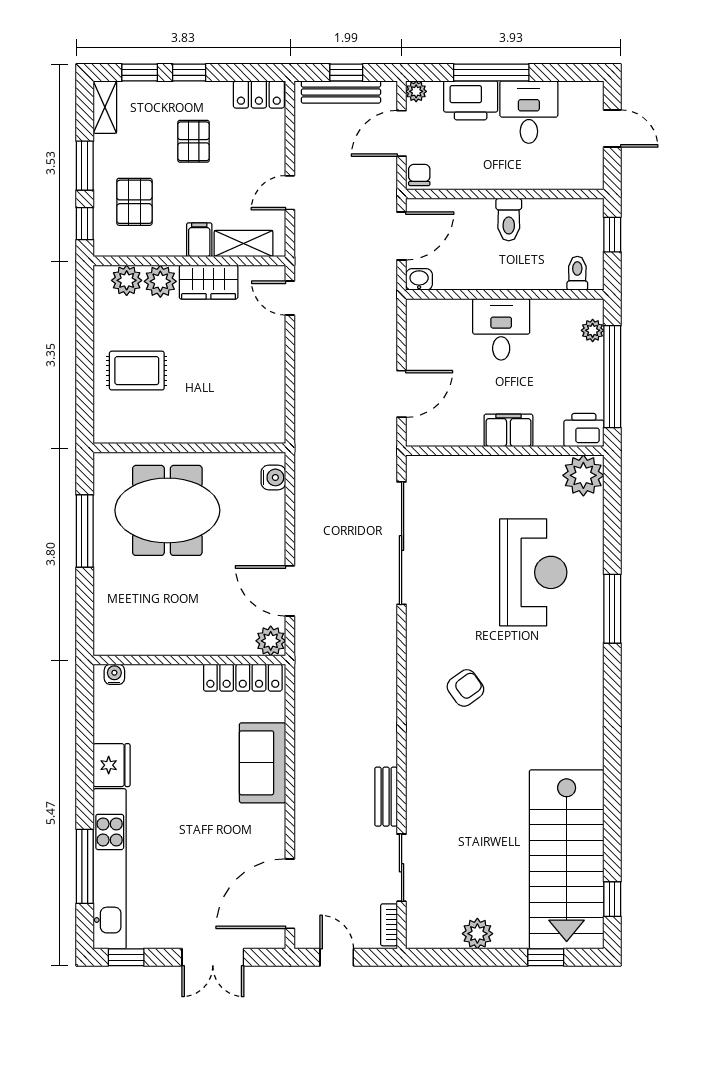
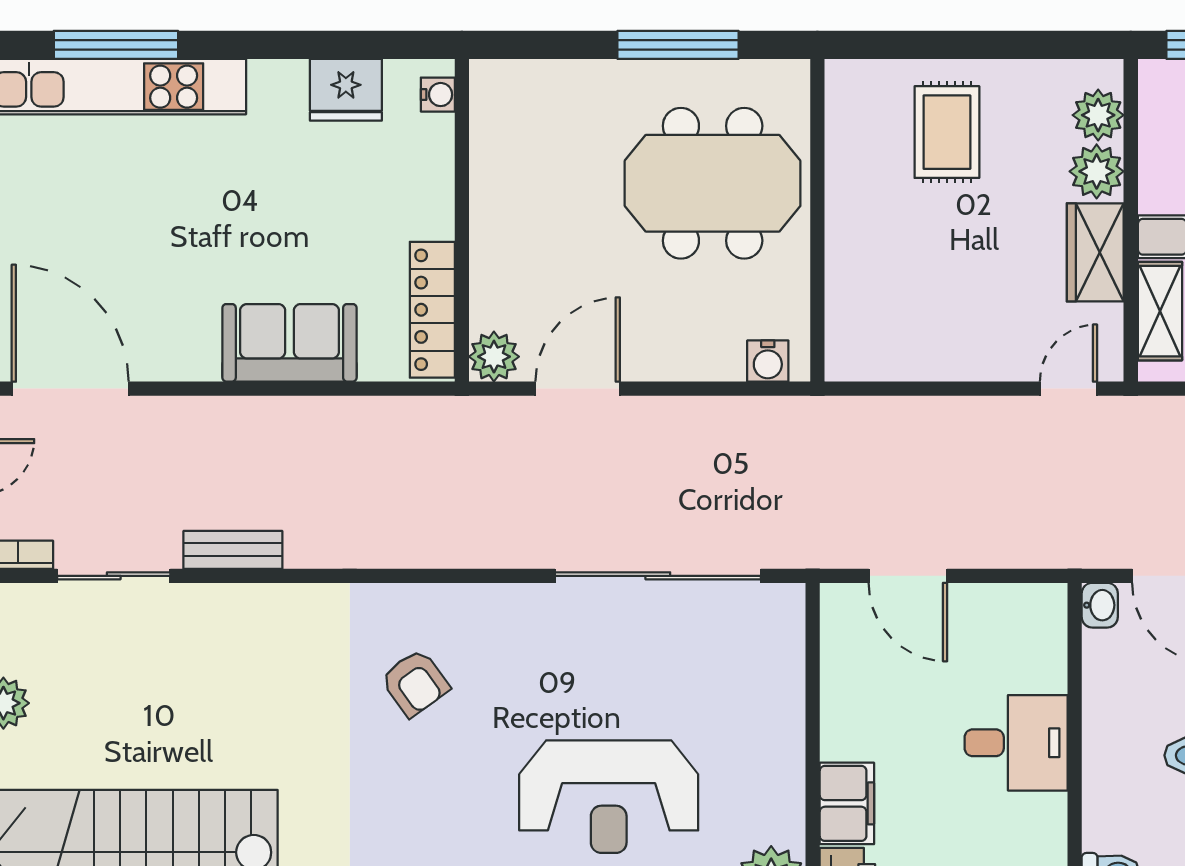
filing cabinet: (508, 430) -> (847, 803), moved
meeting table: (167, 510) -> (713, 183), turned 90
fridge: (112, 765) -> (346, 90), moved

